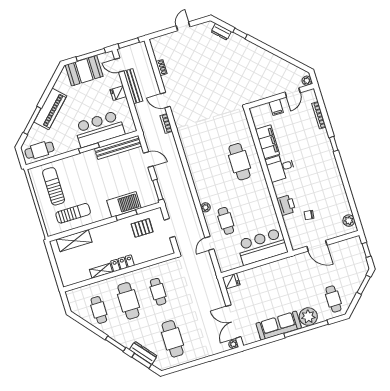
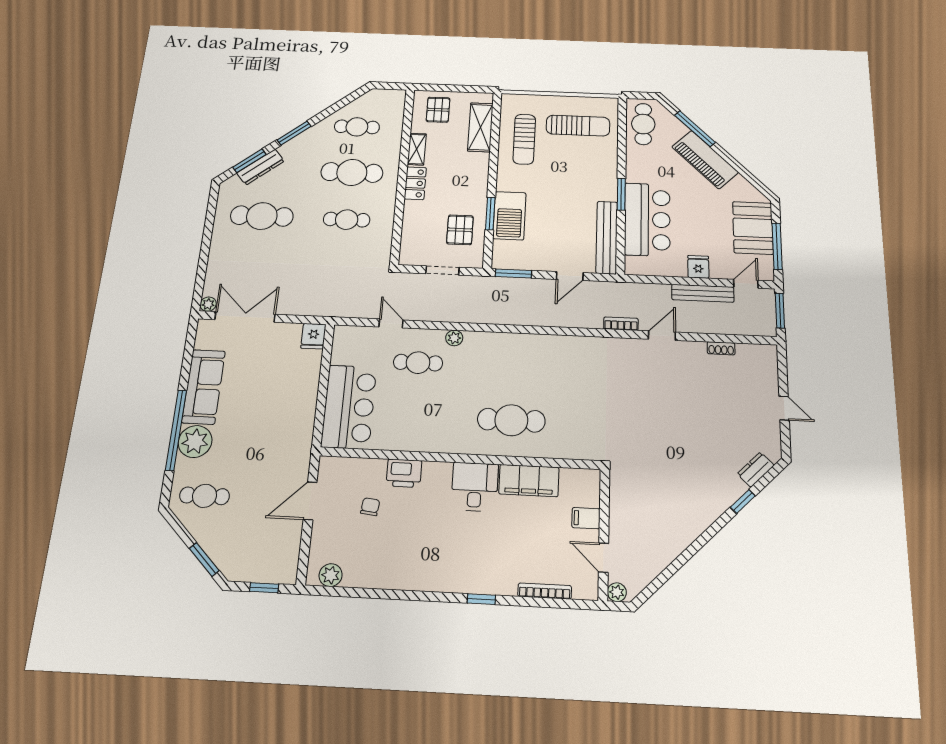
pallet: (71, 269) -> (438, 110), added

